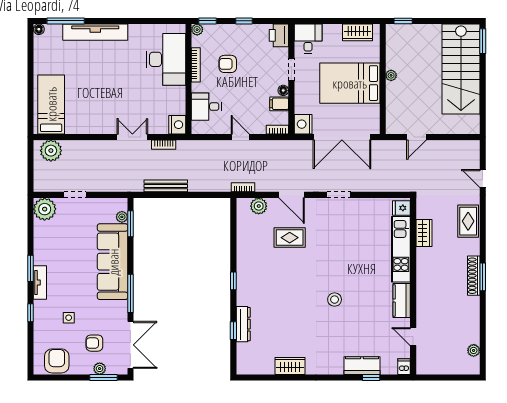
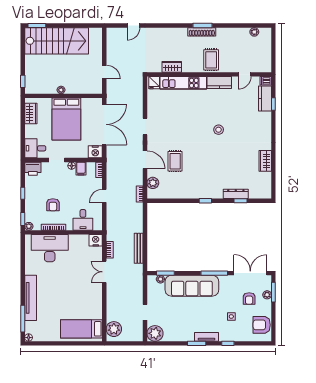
door: (292, 195) -> (145, 160), hinge flipped
rug: (468, 221) -> (211, 60), moved, turned 90
kitchen counter: (362, 366) -> (265, 99), moved

